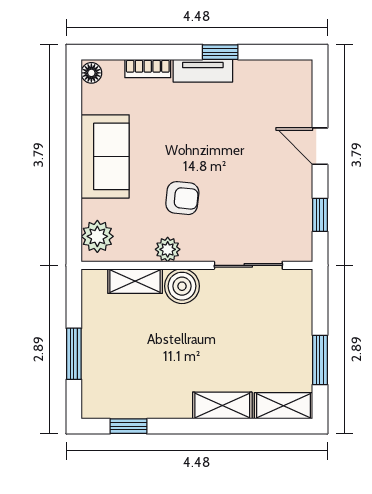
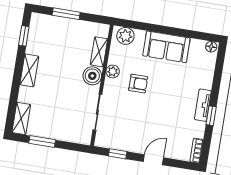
bookcase: (148, 69) -> (197, 151), moved
armchair: (182, 198) -> (138, 84), turned -96
shelving: (222, 406) -> (29, 70), moved

